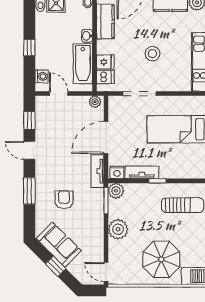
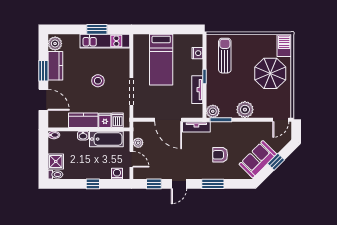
kitchen counter: (105, 22) -> (83, 120), moved
door: (59, 94) -> (131, 159), swing flipped
plant: (95, 102) -> (138, 143), moved
nightstand: (117, 172) -> (197, 53), moved

